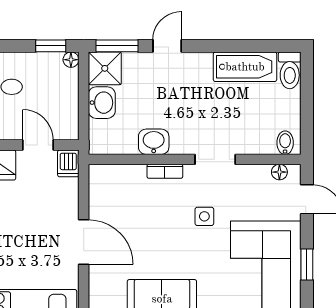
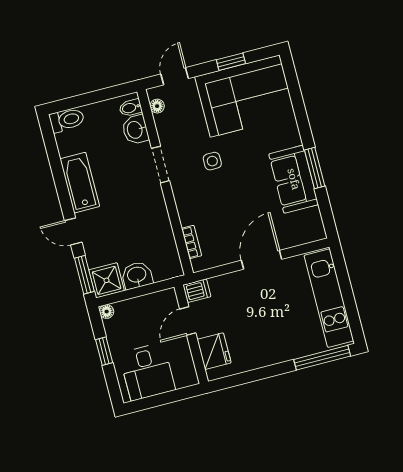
window: (51, 46) -> (104, 351), moved
bathtub: (245, 67) -> (80, 183), moved
washbasin: (154, 142) -> (135, 130), moved
bookcase: (165, 171) -> (192, 242), moved

